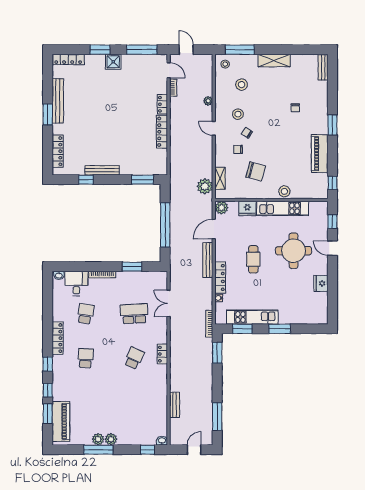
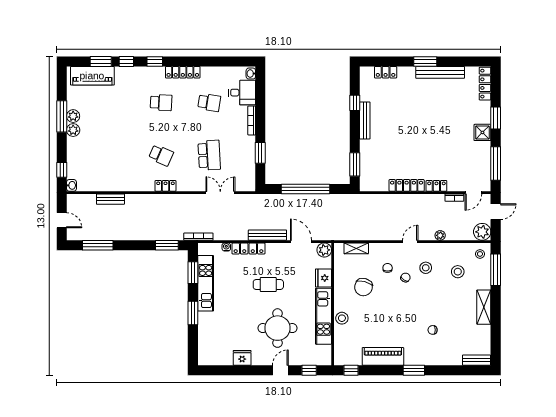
locker: (58, 151) -> (386, 72), width x0.66
plant: (205, 186) -> (482, 232), moved

